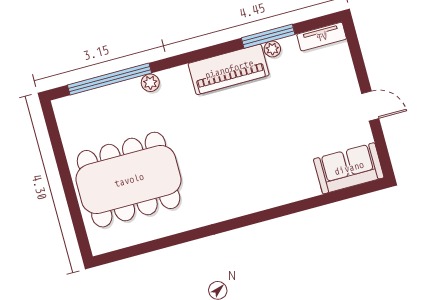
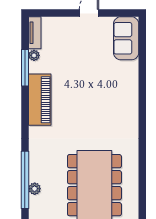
plant: (272, 49) -> (34, 55), moved
plant: (150, 83) -> (35, 189), moved

